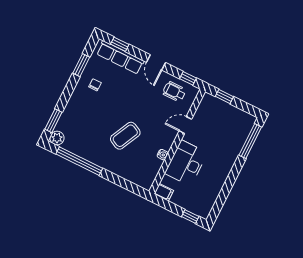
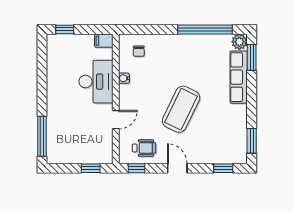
row of seats: (120, 57) -> (239, 77), moved, turned -90
window: (81, 65) -> (252, 141), moved
chair: (95, 85) -> (139, 51), moved
coffee table: (125, 136) -> (181, 109), moved, width x1.36, depth x1.32

